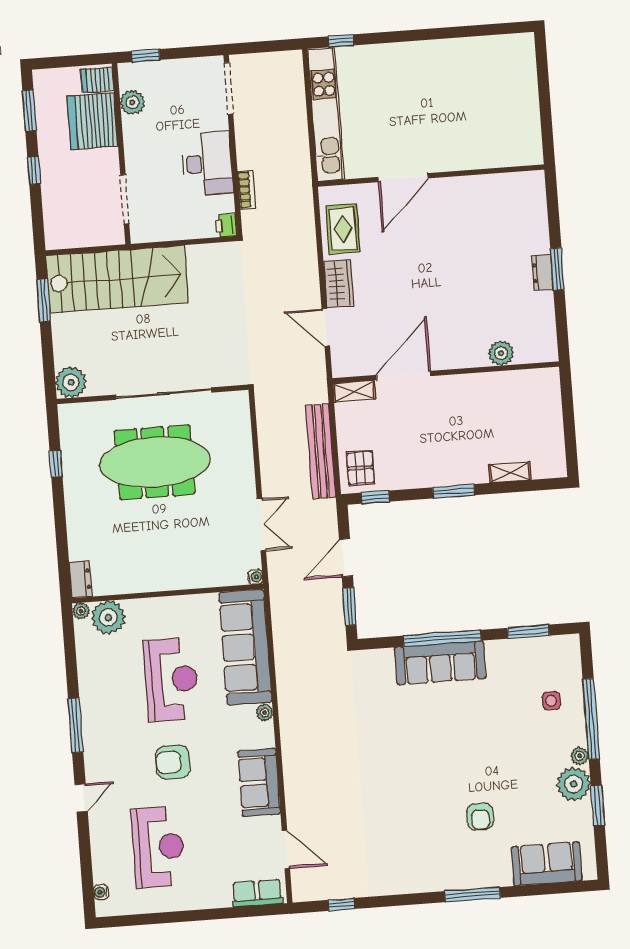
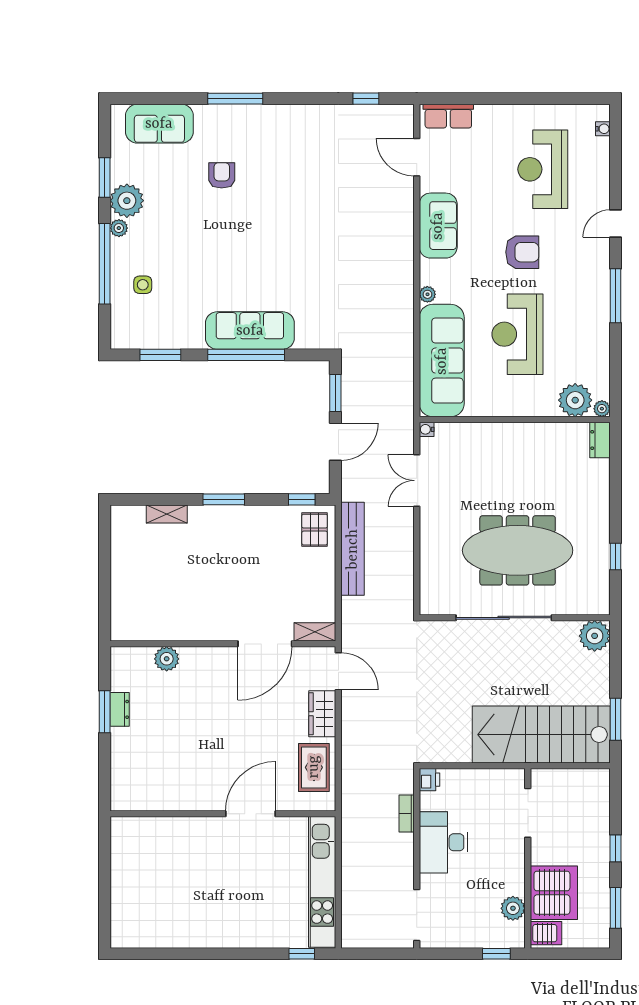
plant: (501, 353) -> (167, 659), moved
wall: (446, 372) -> (223, 644), moved
door: (403, 376) -> (265, 644), moved
shelving: (354, 391) -> (315, 632), moved

